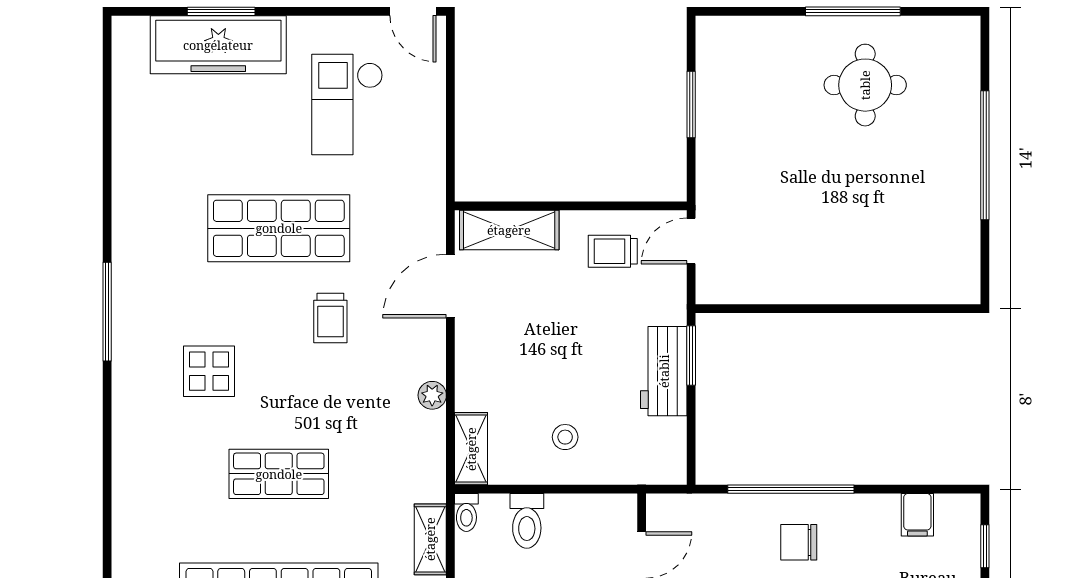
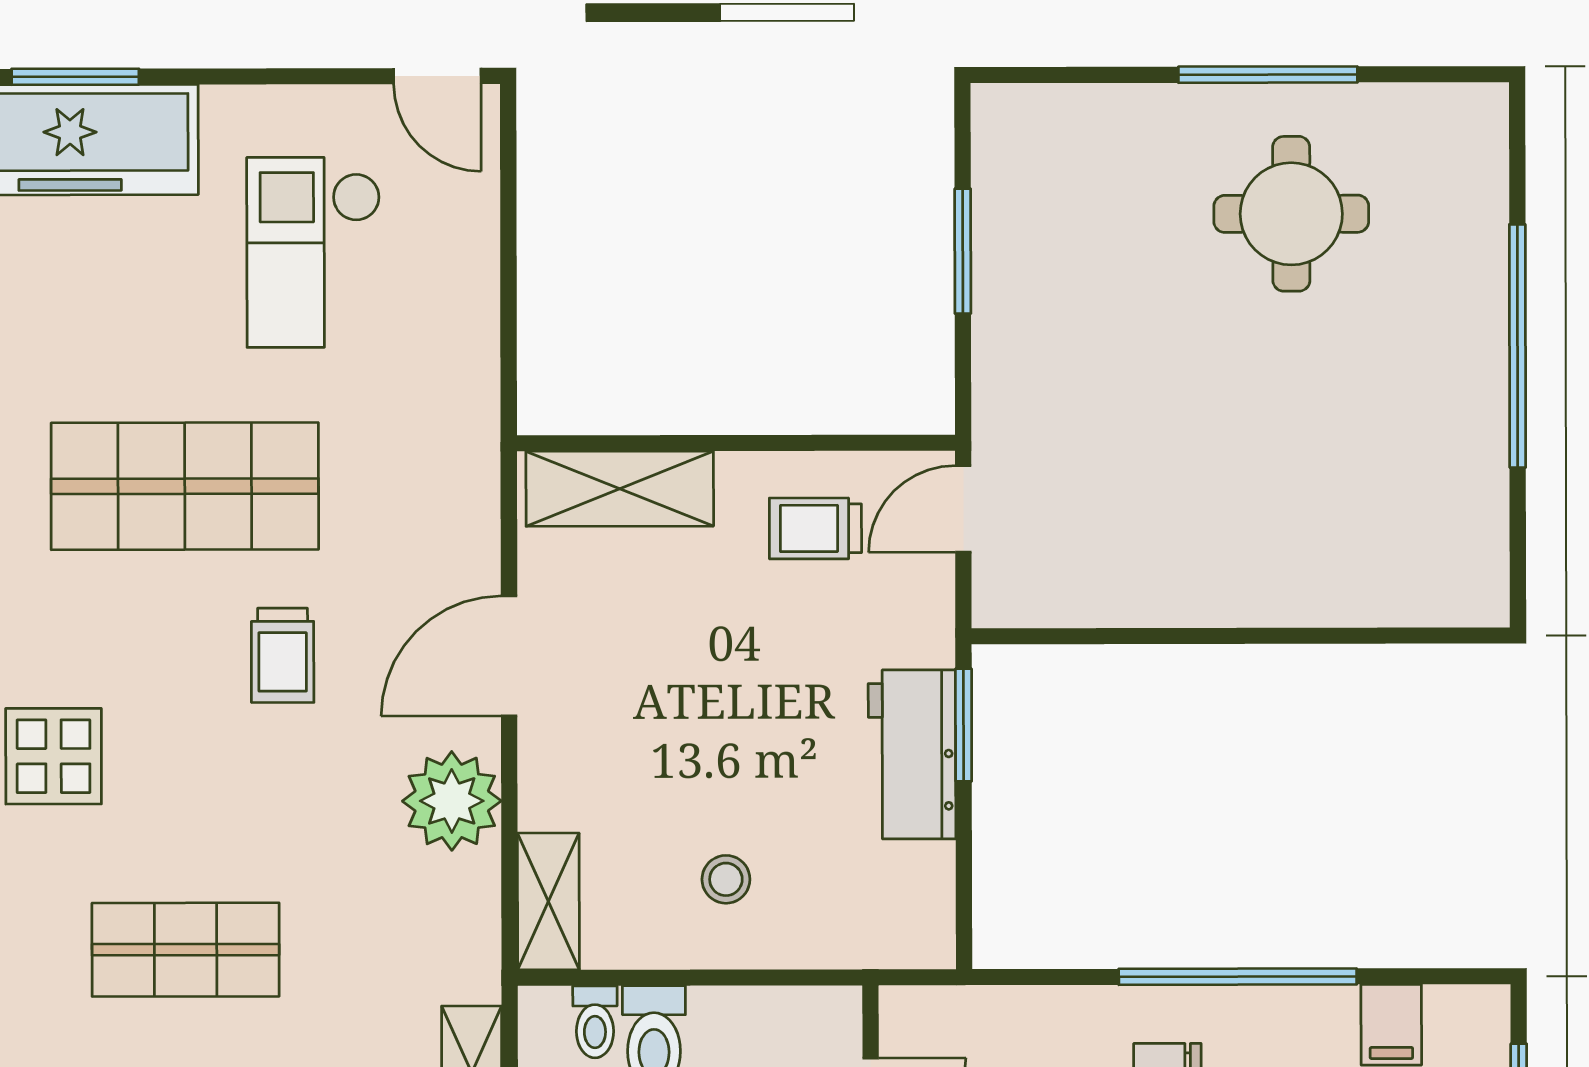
door: (450, 286) -> (509, 656), moved
plant: (432, 395) -> (452, 801), width x1.88, depth x1.88
window: (791, 489) -> (1238, 977), moved
toilet: (466, 512) -> (595, 1022), moved

